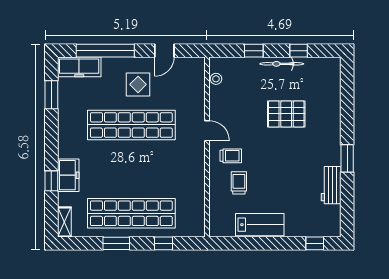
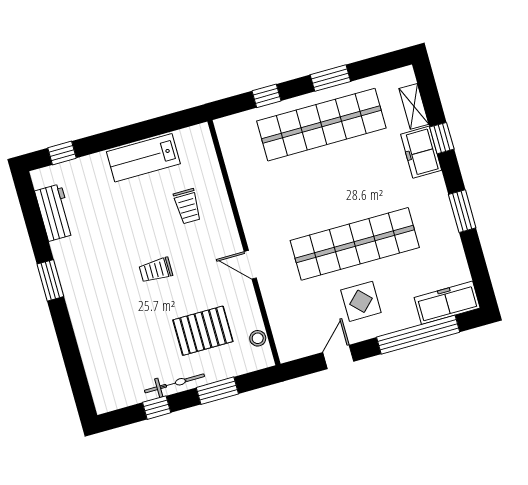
window: (254, 51) -> (217, 391), width x1.50
window: (51, 95) -> (462, 211), moved
pallet: (286, 114) -> (203, 331), moved
trolley: (231, 156) -> (156, 270), moved
workbench: (331, 185) -> (55, 213), moved
shelving: (64, 222) -> (414, 106), moved

